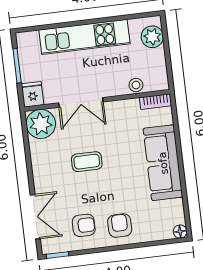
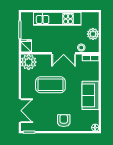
plant: (152, 37) -> (93, 34), moved
double door: (81, 102) -> (64, 53), moved
coffee table: (87, 162) -> (50, 85), width x1.86, depth x1.72
sofa: (163, 163) -> (91, 95), width x0.73
armchair: (84, 225) -> (45, 118), removed

